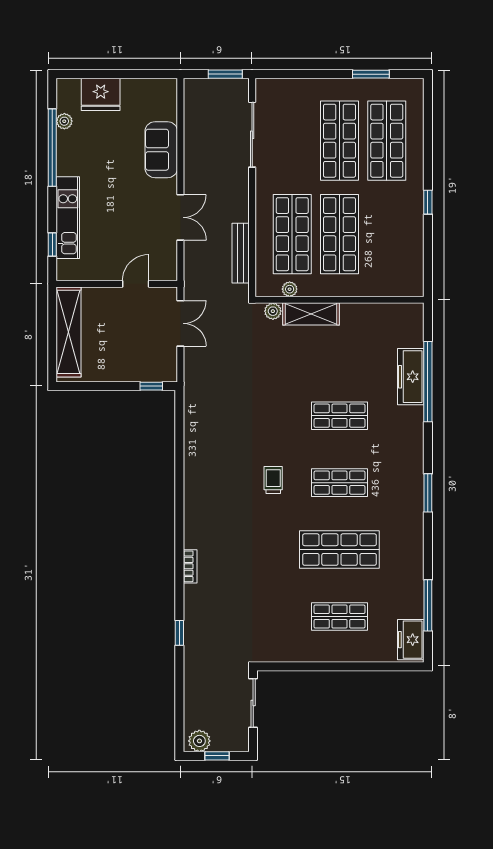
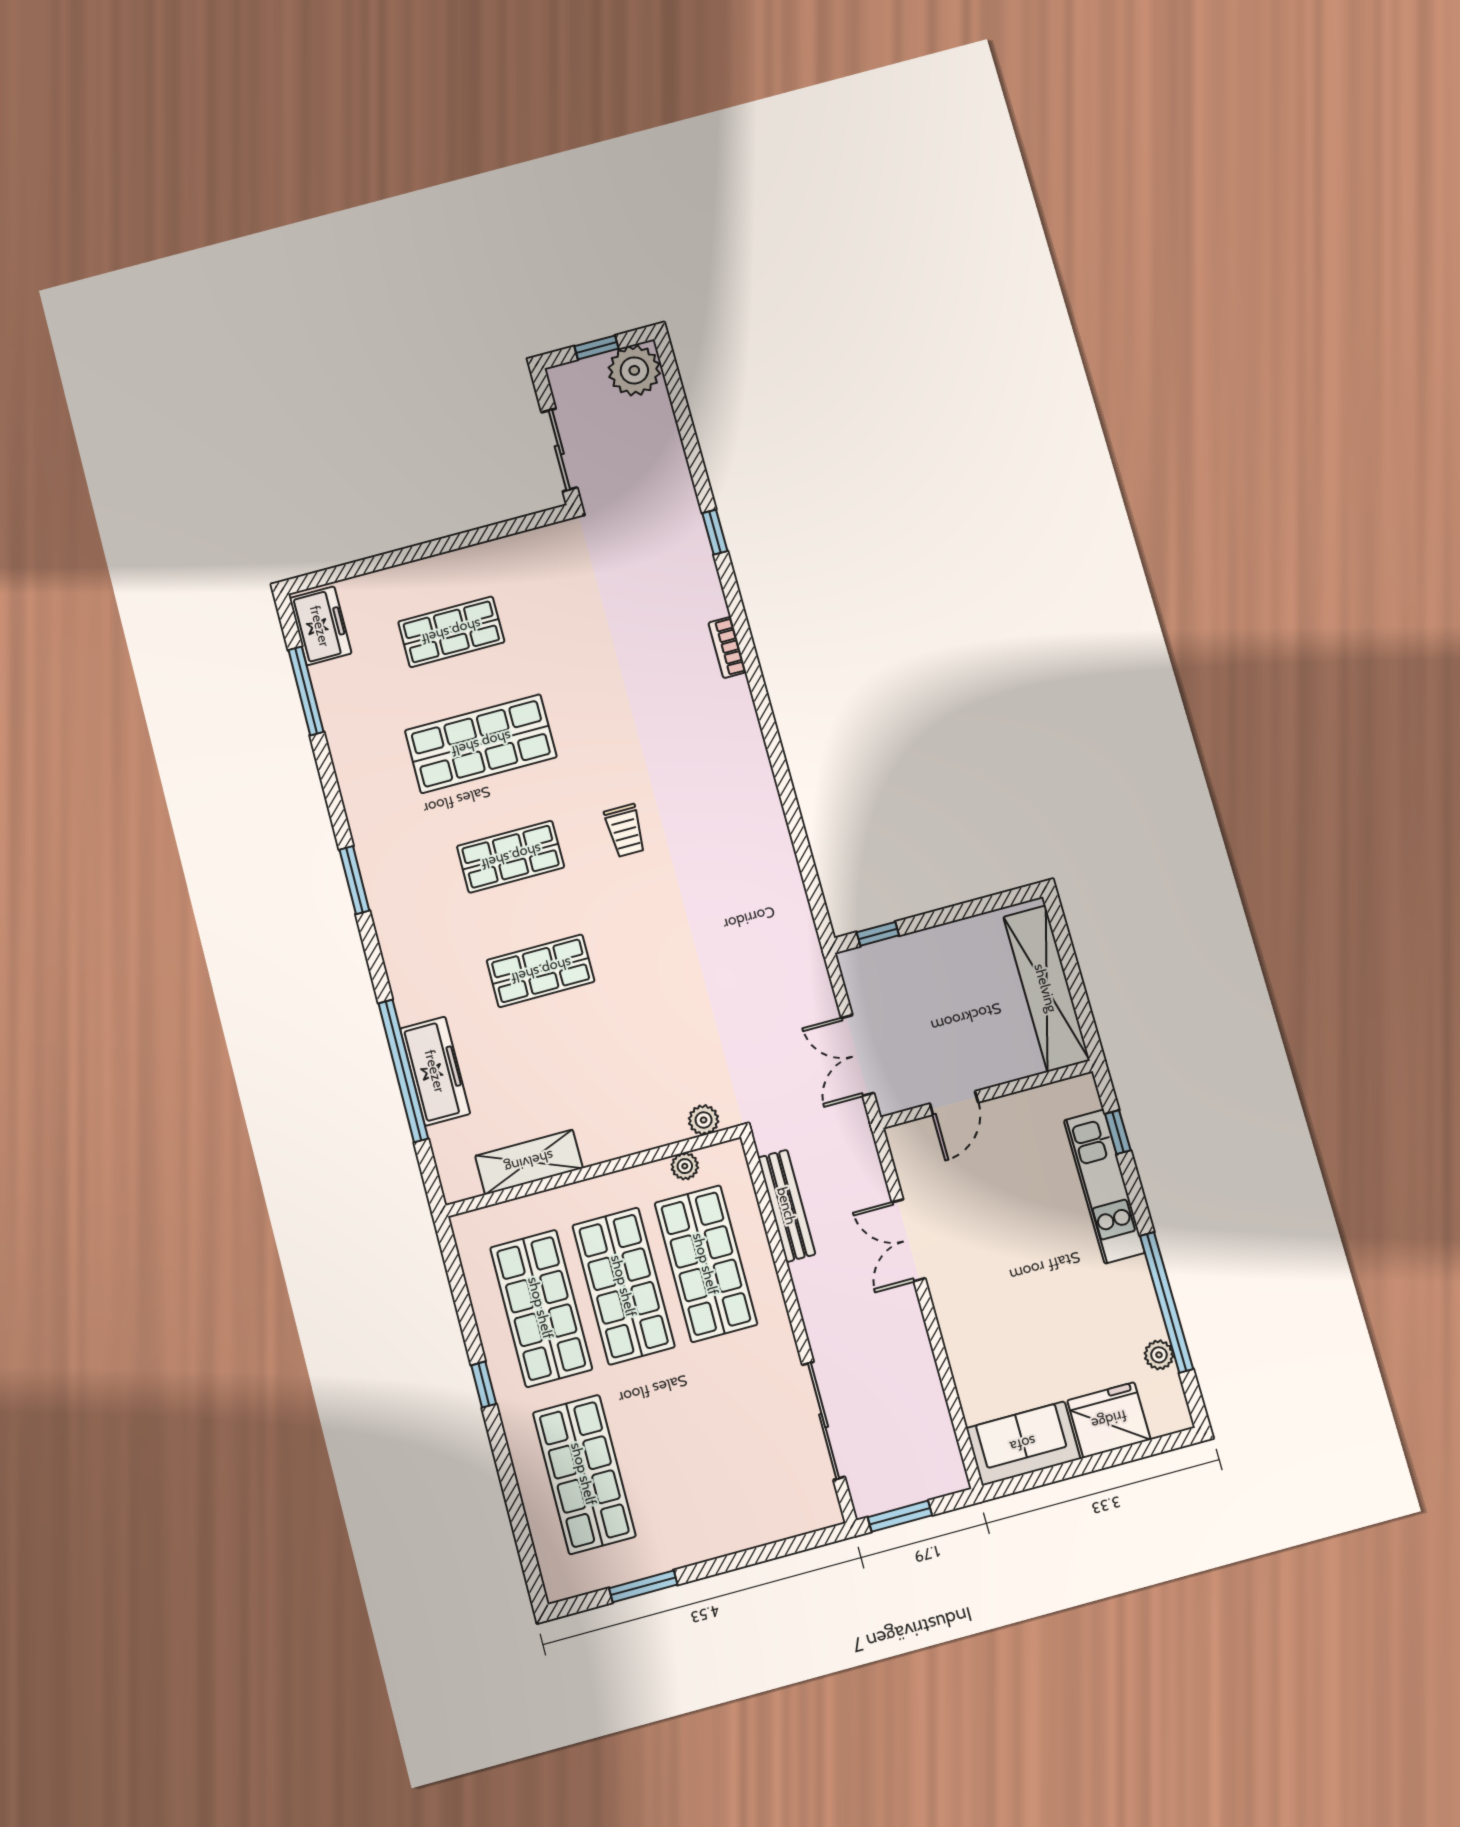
shop shelf: (339, 141) -> (541, 1308), moved
sofa: (161, 150) -> (1023, 1444), moved, turned -90
shelving: (311, 314) -> (529, 1162), moved
plant: (199, 741) -> (634, 370), width x1.36, depth x1.36

